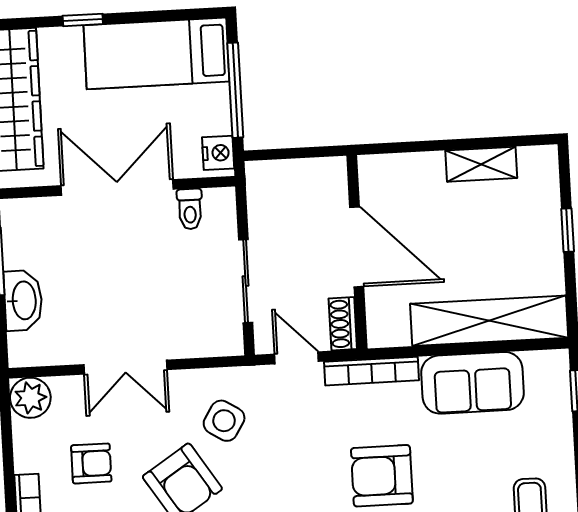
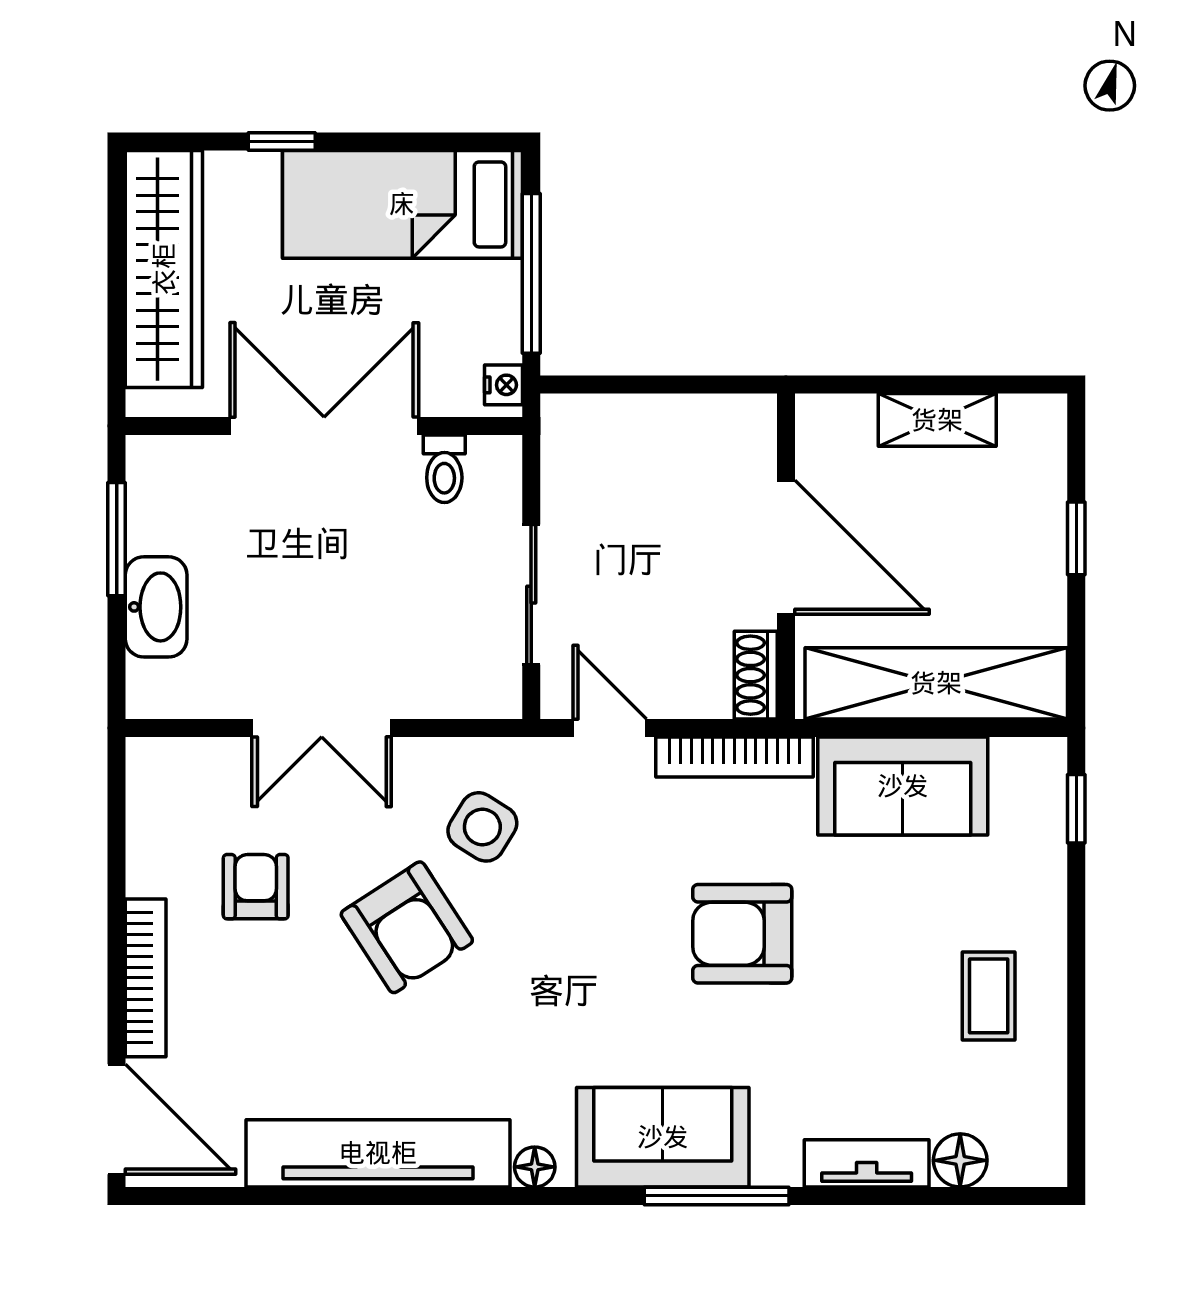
nightstand: (218, 153) -> (503, 385), width x0.72, depth x0.74
door: (357, 247) -> (786, 547), moved
wall: (357, 252) -> (786, 556), moved
shoe rack: (343, 324) -> (756, 675), moved
plant: (30, 398) -> (159, 771), removed
armchair: (91, 463) -> (256, 887), turned -90

